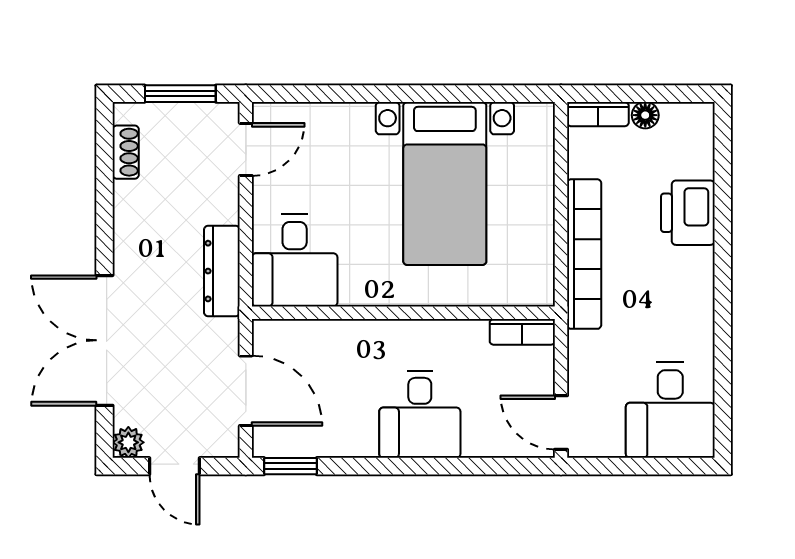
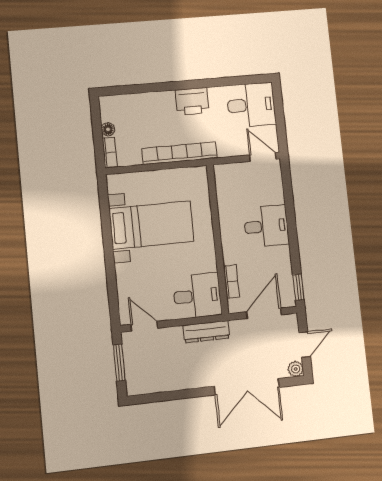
shoe rack: (126, 152) -> (152, 387), removed
printer: (688, 213) -> (192, 101), moved
bookcase: (522, 332) -> (231, 281), moved
door: (561, 423) -> (263, 157), swing flipped

